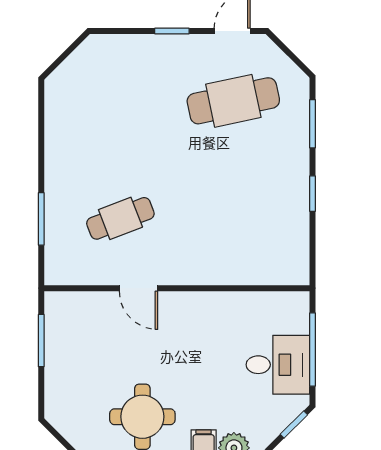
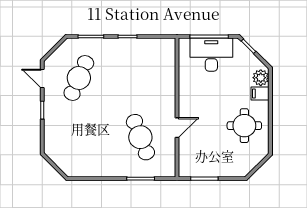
cafe table: (233, 101) -> (79, 78), turned 36
cafe table: (120, 218) -> (140, 137), width x1.37, depth x1.35
desk: (278, 365) -> (211, 55), width x1.37

